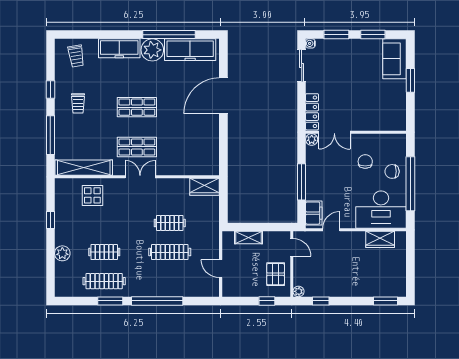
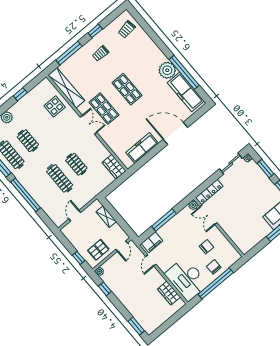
freezer: (119, 48) -> (142, 148), moved, turned 90
door: (331, 230) -> (151, 260), swing flipped

